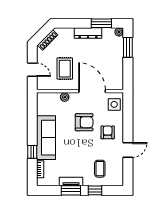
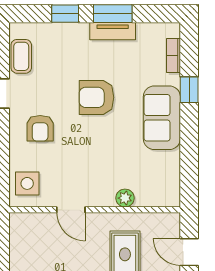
door: (92, 91) -> (71, 210), width x0.53
armchair: (84, 122) -> (97, 97), moved
sofa: (46, 138) -> (162, 118), width x0.73
coffee table: (100, 169) -> (21, 56), moved

